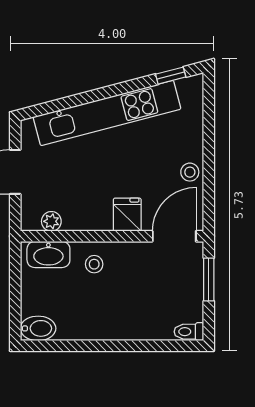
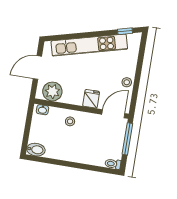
plant: (51, 221) -> (52, 91), width x1.88, depth x1.88
washbasin: (48, 254) -> (42, 110), width x0.52, depth x0.69
window: (209, 279) -> (127, 139), width x1.44

